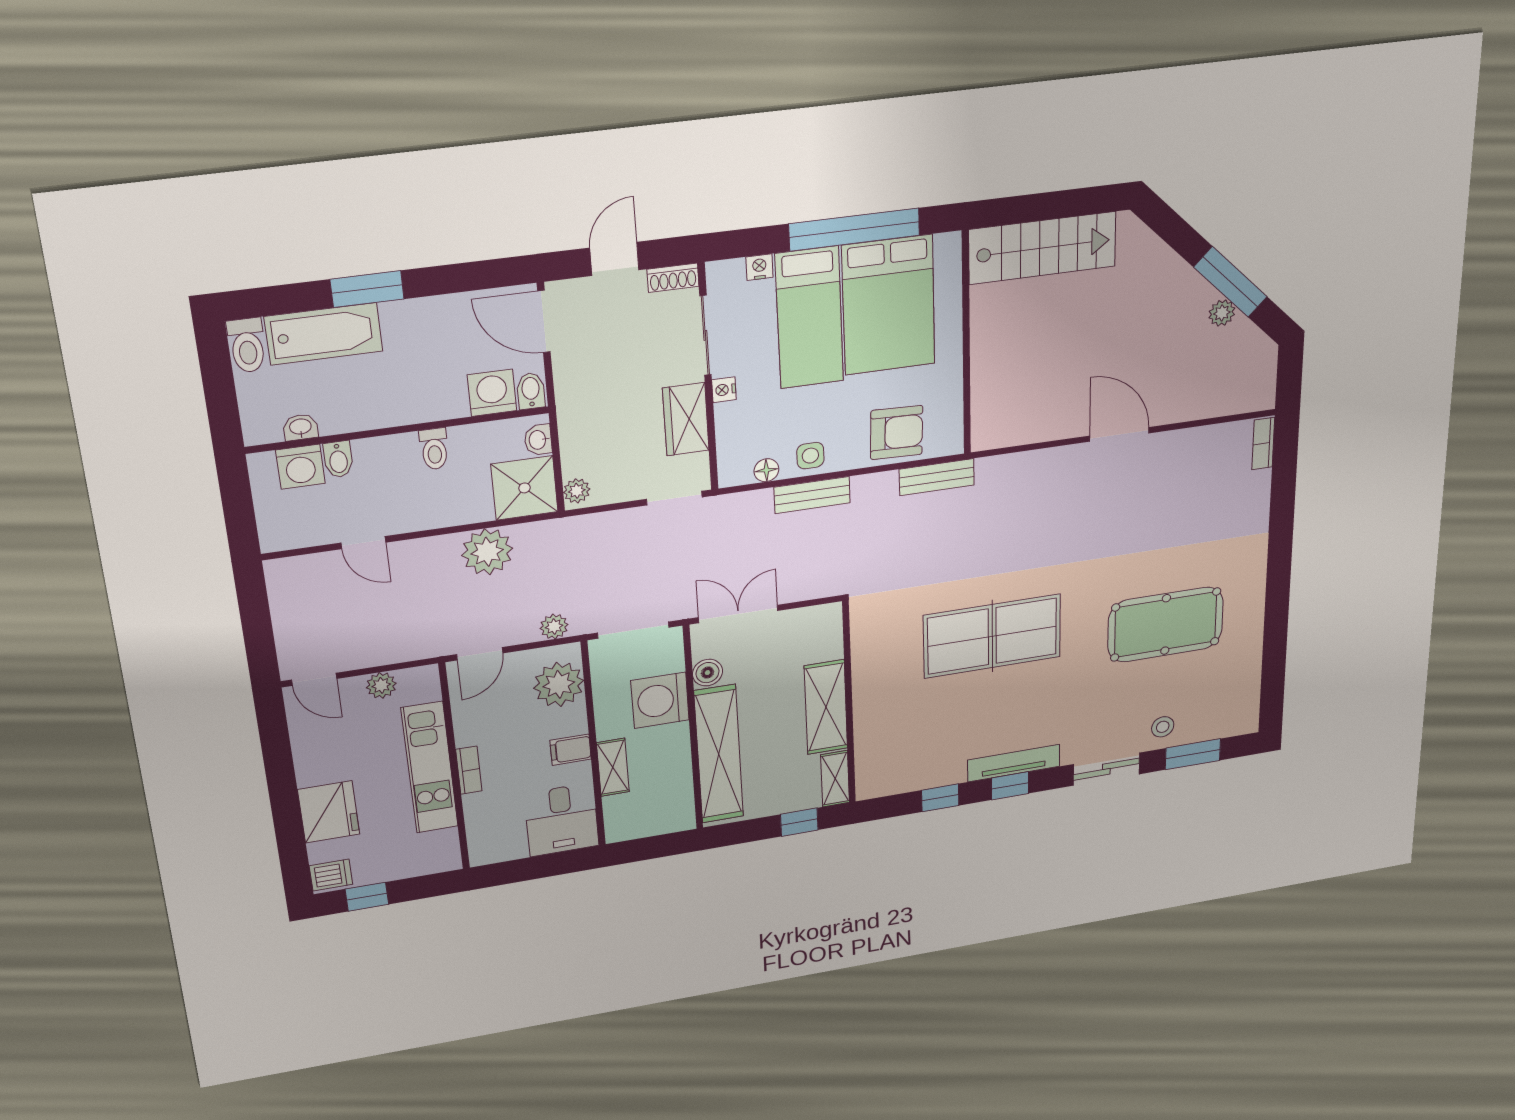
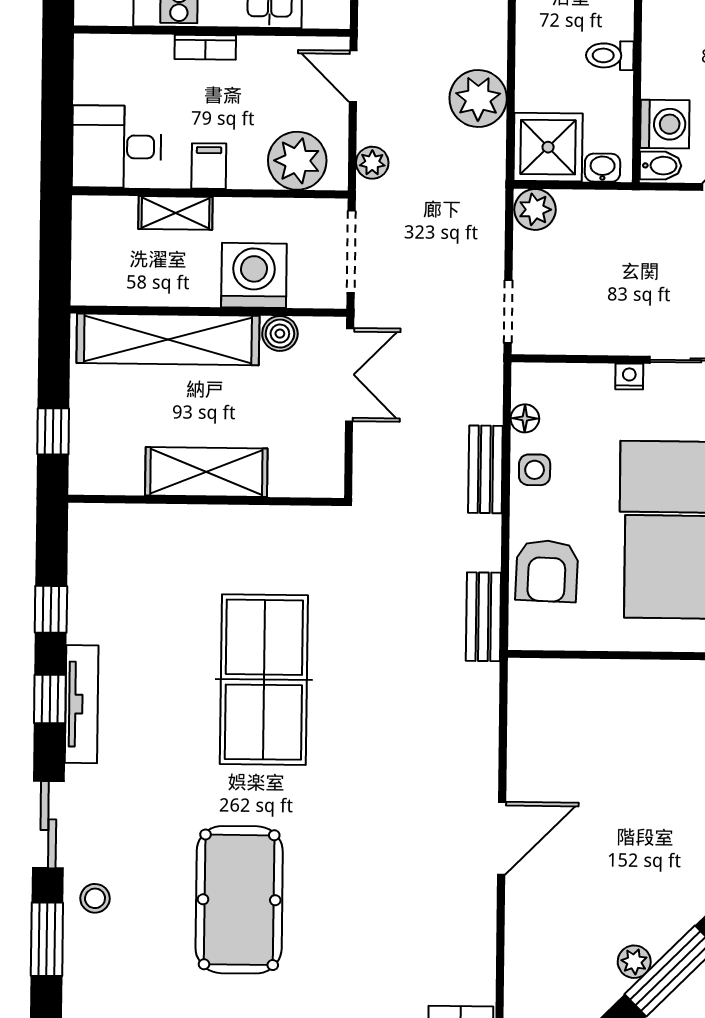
wardrobe: (686, 419) -> (601, 332), removed
plant: (577, 491) -> (535, 209), width x1.38, depth x1.38
shelving: (835, 779) -> (105, 479), removed

